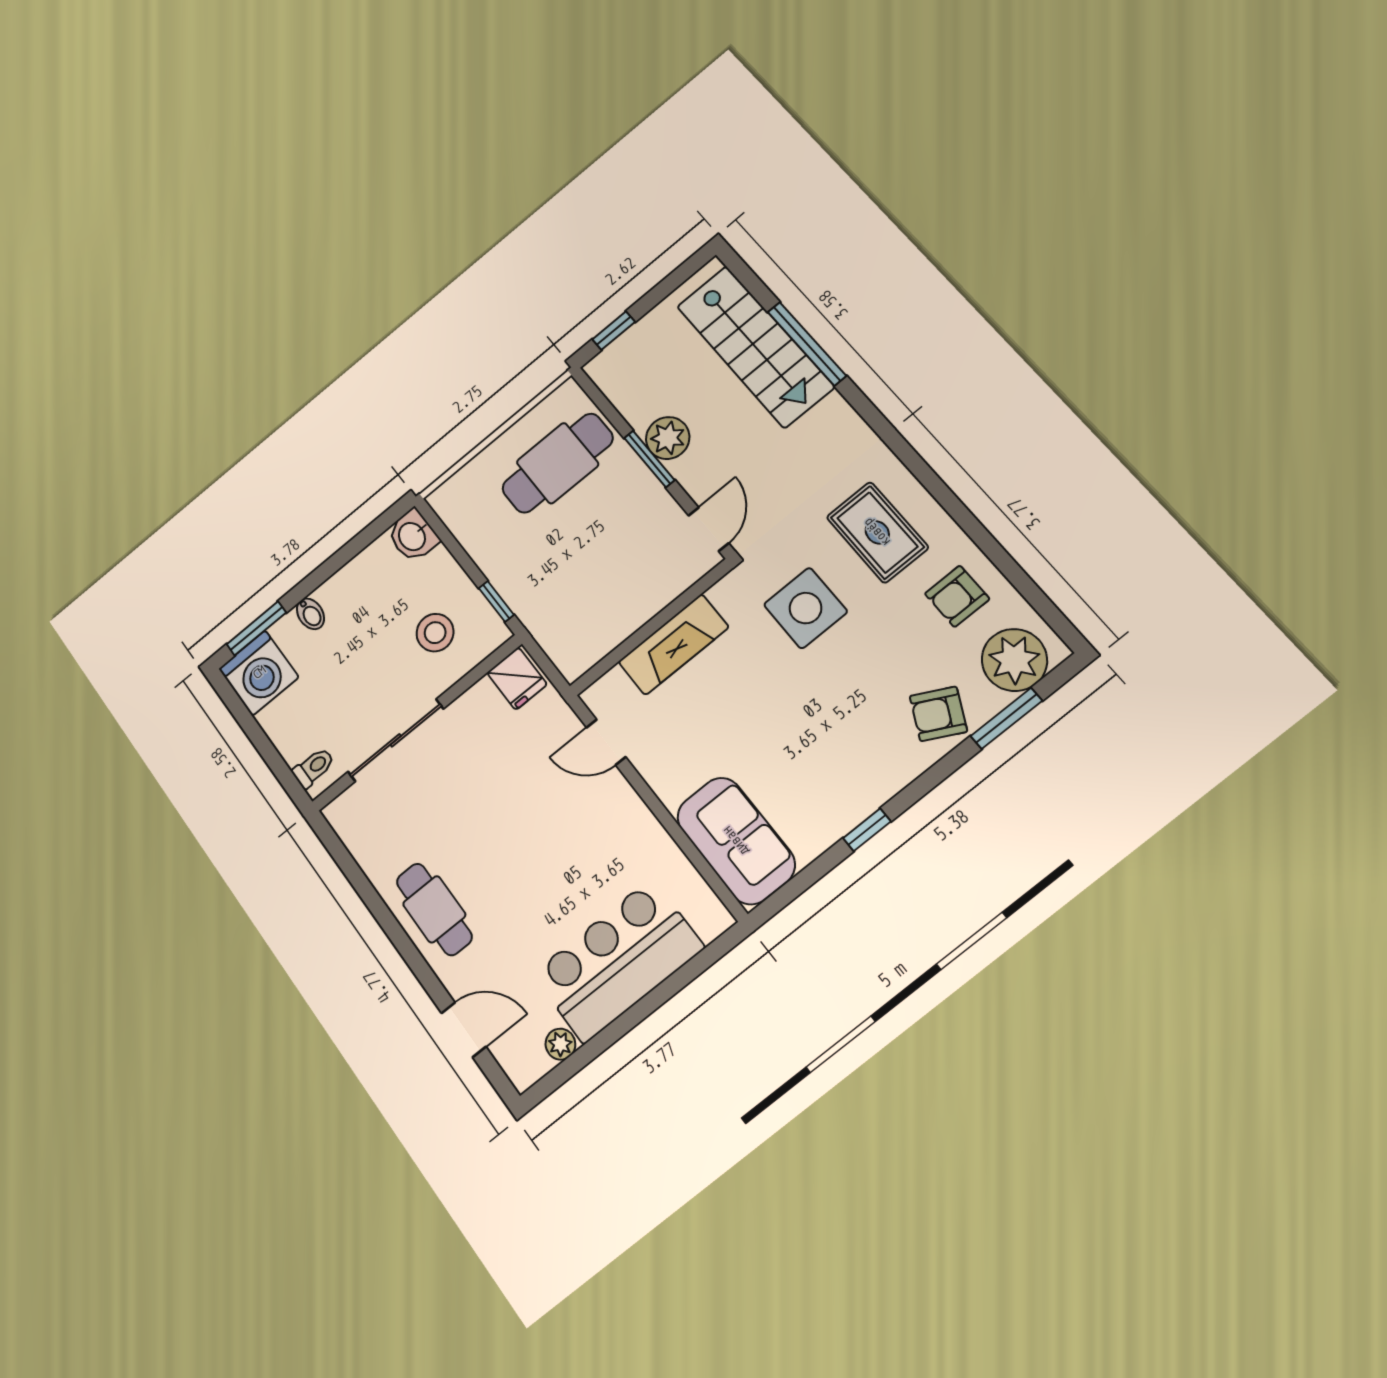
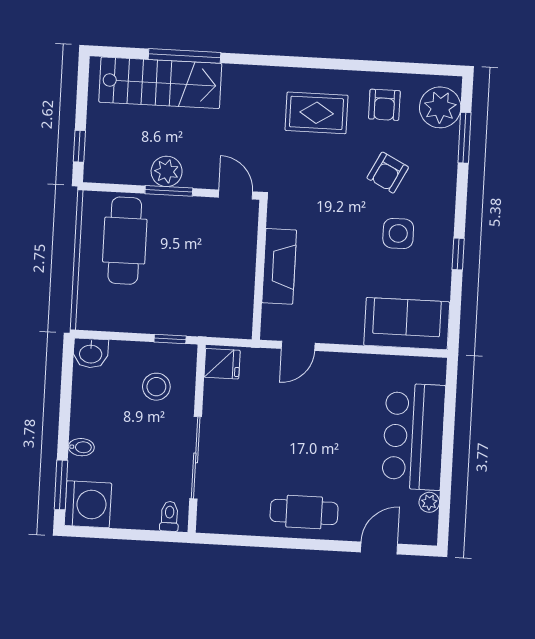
side table: (805, 608) -> (398, 233), moved, width x0.73, depth x0.73
armchair: (938, 714) -> (388, 173), moved

